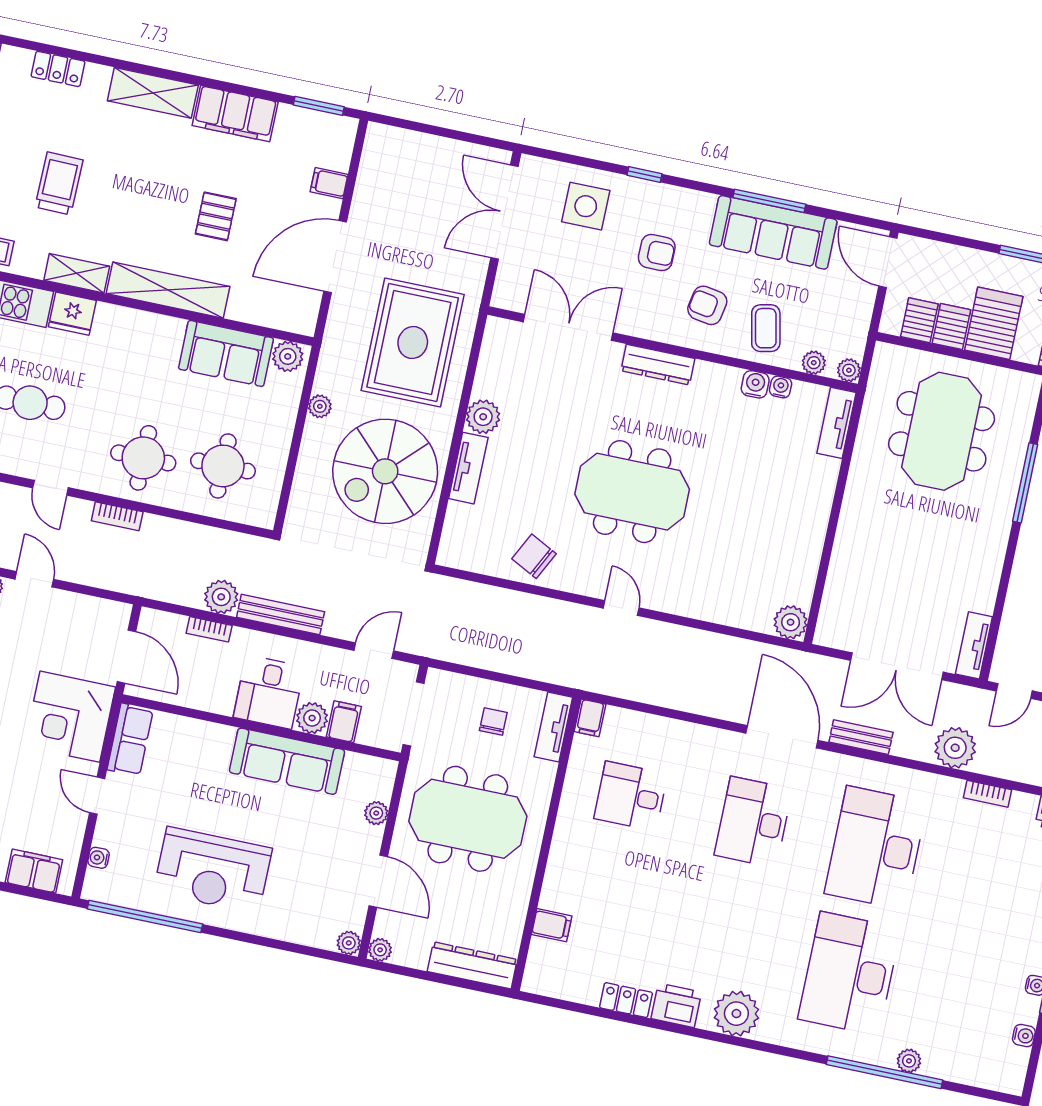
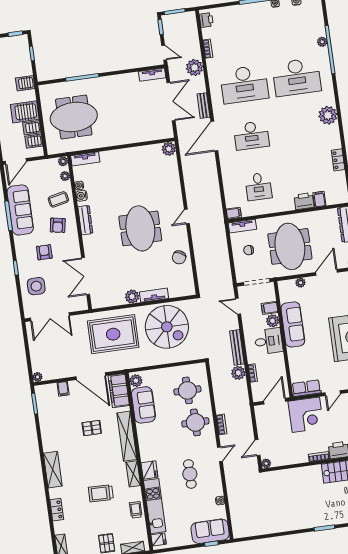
filing cabinet: (235, 114) -> (119, 391), moved, turned 180
dresser: (658, 365) -> (85, 220), moved
plant: (320, 406) -> (38, 377), moved
printer: (676, 1005) -> (304, 201), moved, turned 90

